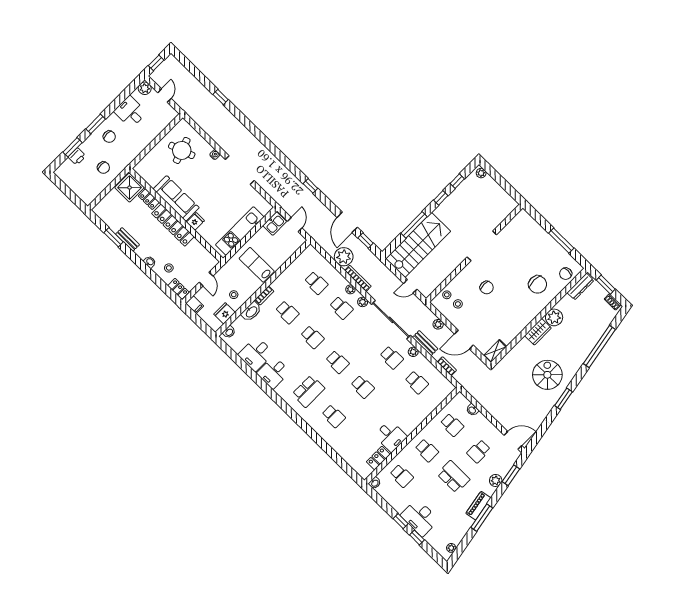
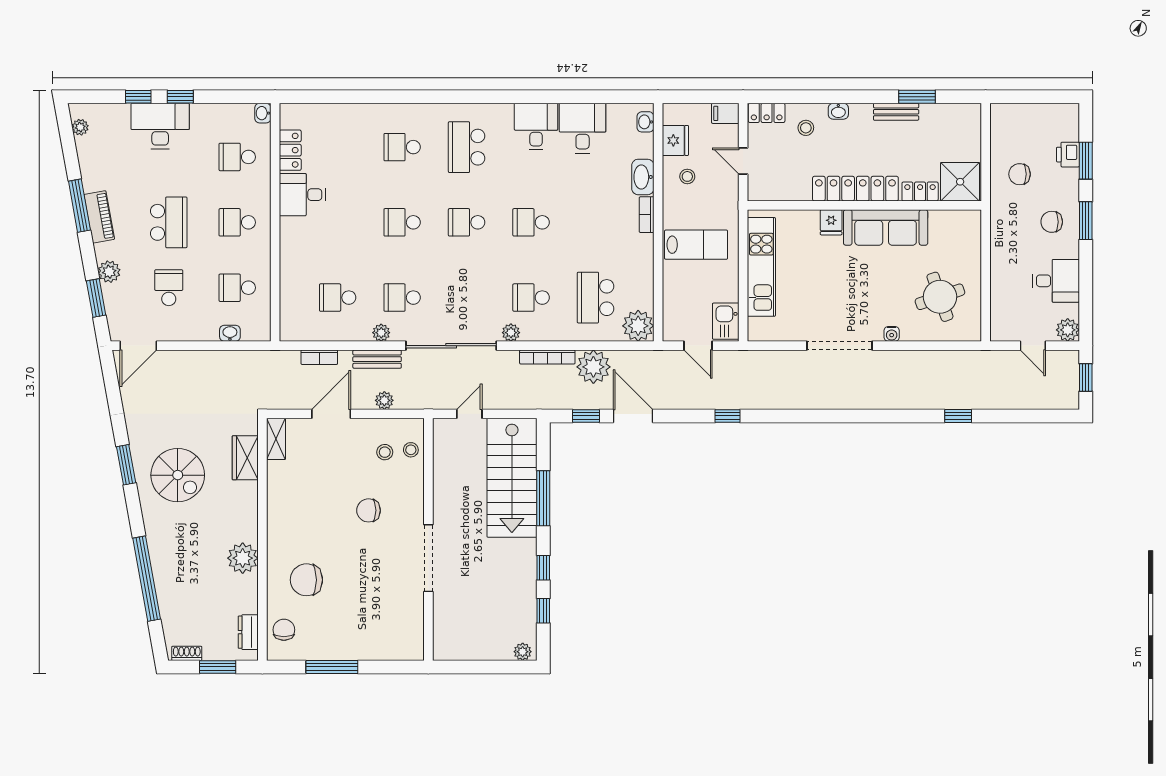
school desk: (316, 283) -> (596, 298), width x1.85
dresser: (580, 286) -> (248, 632), width x0.70
plant: (350, 289) -> (638, 326), moved, width x1.88, depth x1.88
school desk: (287, 312) -> (596, 222), removed
wardrobe: (538, 332) -> (245, 458), moved
school desk: (453, 477) -> (169, 222), turned -90

